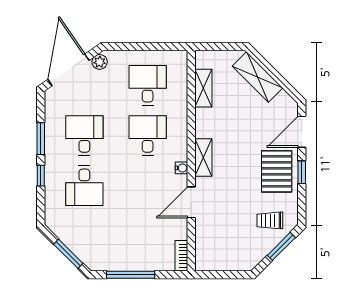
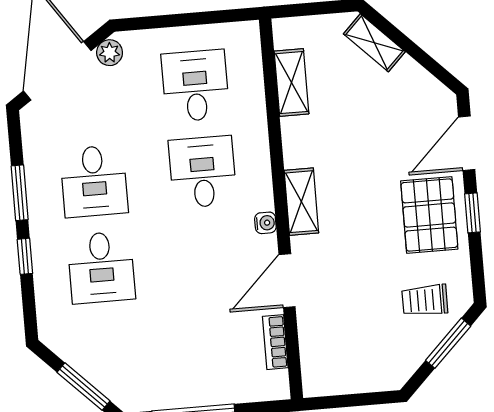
shelving: (257, 77) -> (374, 43), width x0.67, depth x0.75
desk: (84, 136) -> (94, 181), turned 180
bookcase: (181, 256) -> (275, 342), moved

